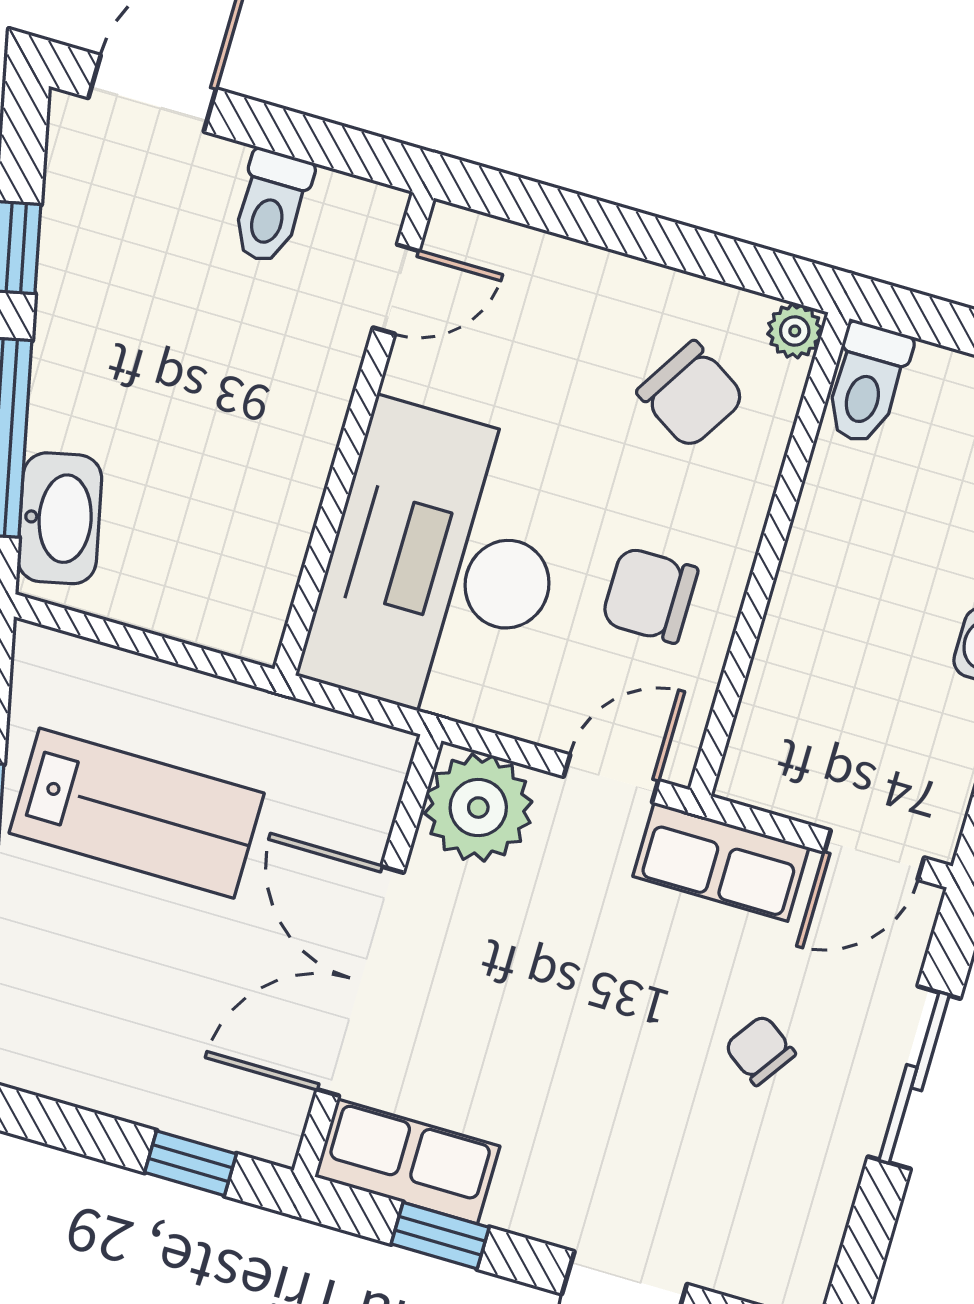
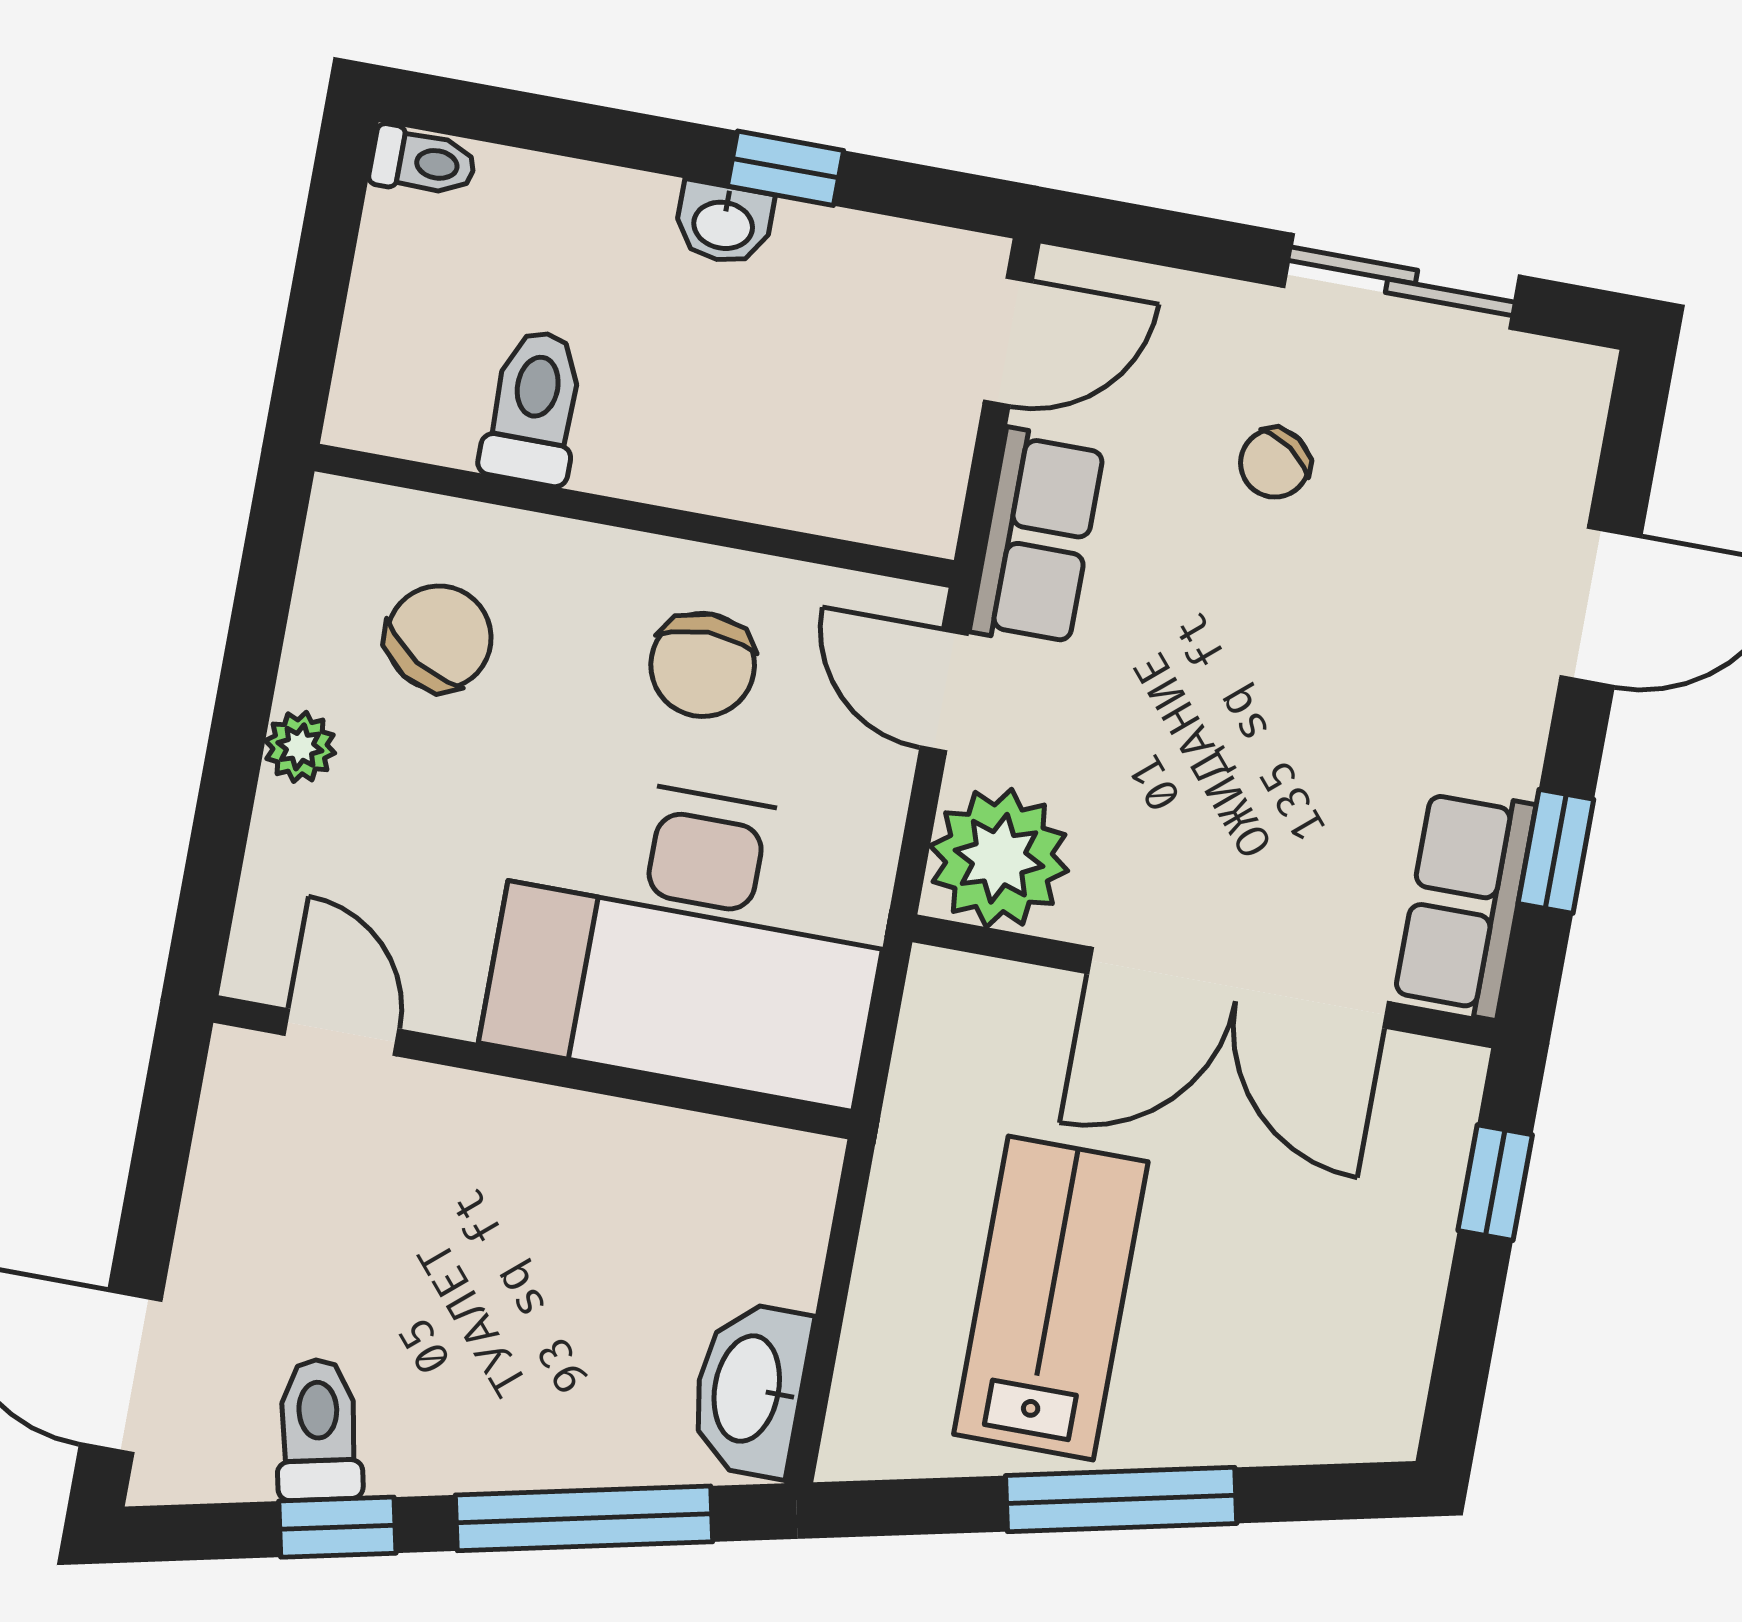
toilet: (271, 207) -> (319, 1430), moved, turned -102
plant: (795, 331) -> (300, 747), moved
toilet: (867, 383) -> (534, 407), moved, turned -90
washbasin: (60, 518) -> (750, 1389), moved, turned -78
door: (874, 855) -> (1008, 341), hinge flipped
sliding door: (914, 1078) -> (1401, 281), moved

